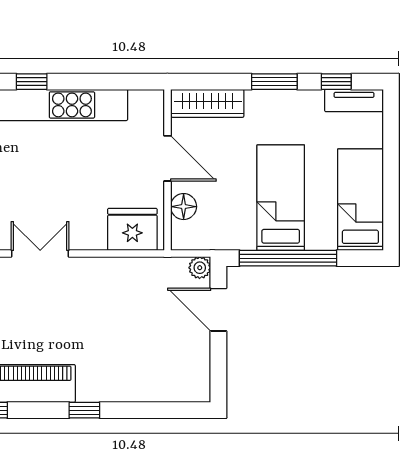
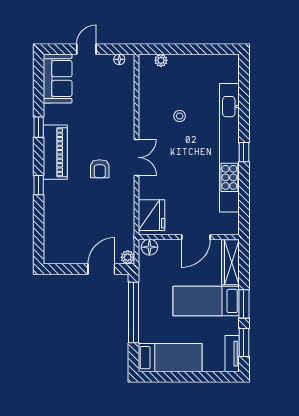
window: (336, 82) -> (244, 343), width x1.50
bed: (281, 198) -> (206, 301), moved, turned 180
floor lamp: (184, 207) -> (149, 247), moved
armchair: (58, 312) -> (100, 169), added

